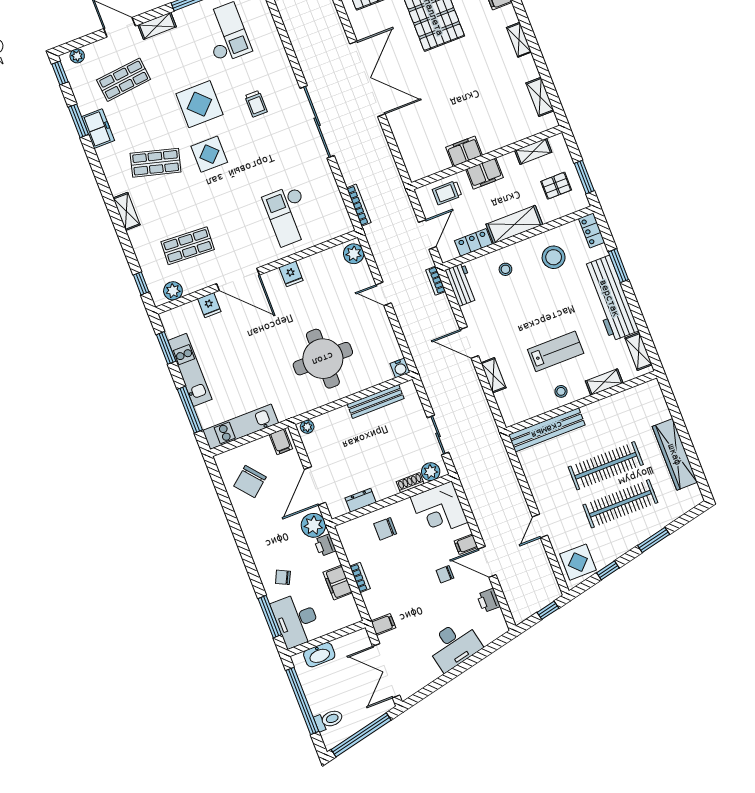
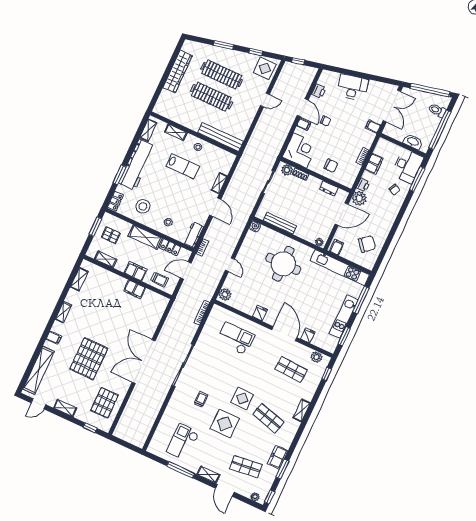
checkout: (289, 215) -> (236, 338), turned -90
lab bench: (556, 351) -> (183, 166), turned 180
kitchen unit: (241, 427) -> (340, 268), width x1.36

